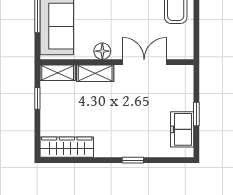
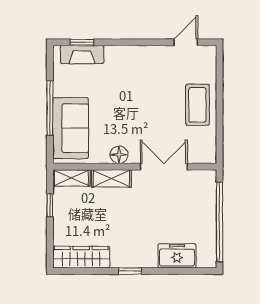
window: (196, 114) -> (219, 222), width x3.17
freezer: (182, 129) -> (177, 256), moved, turned 90
window: (133, 160) -> (130, 271), moved

